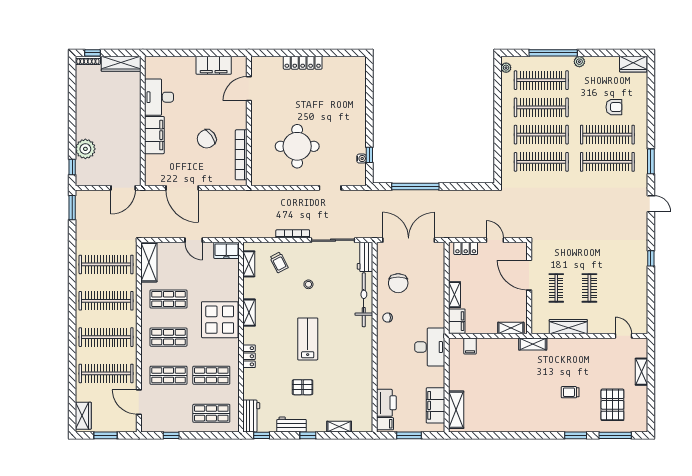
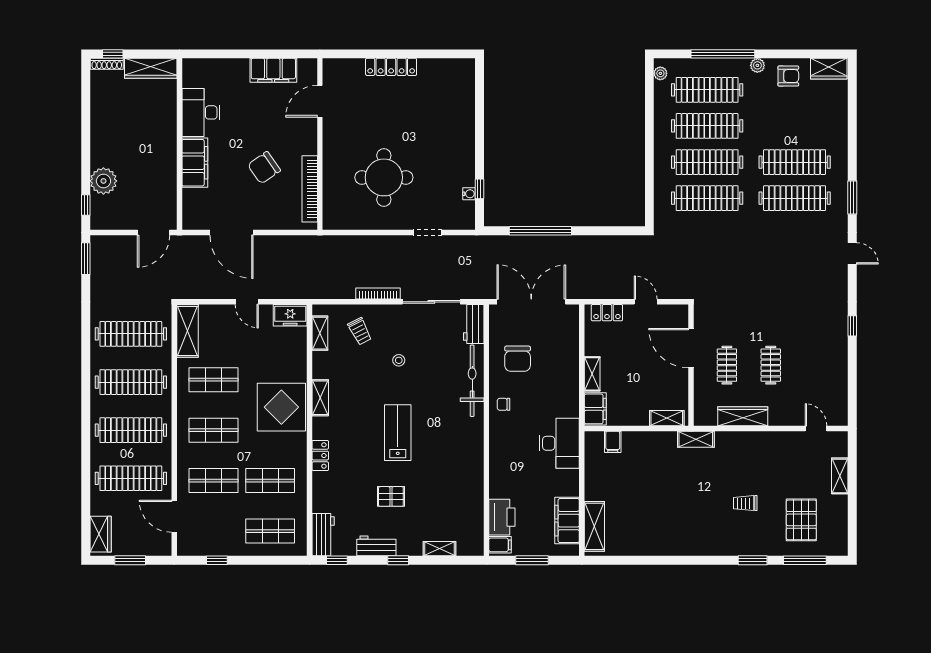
armchair: (614, 107) -> (788, 76), moved

